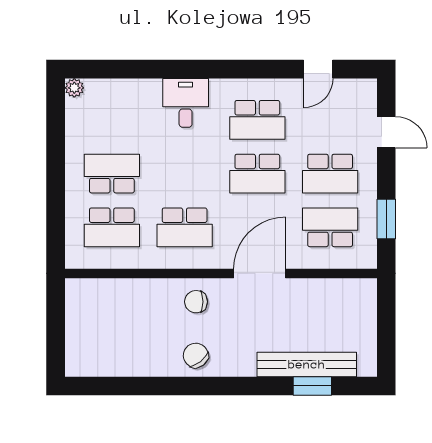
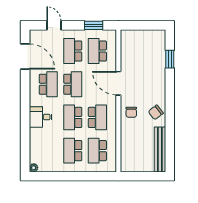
door: (318, 69) -> (25, 56), width x1.88
door: (386, 132) -> (54, 25), hinge flipped
school desk: (185, 174) -> (73, 117), added
school desk: (330, 174) -> (73, 51), turned 180
school desk: (112, 227) -> (97, 151), turned 180
bench: (307, 364) -> (160, 149), moved

